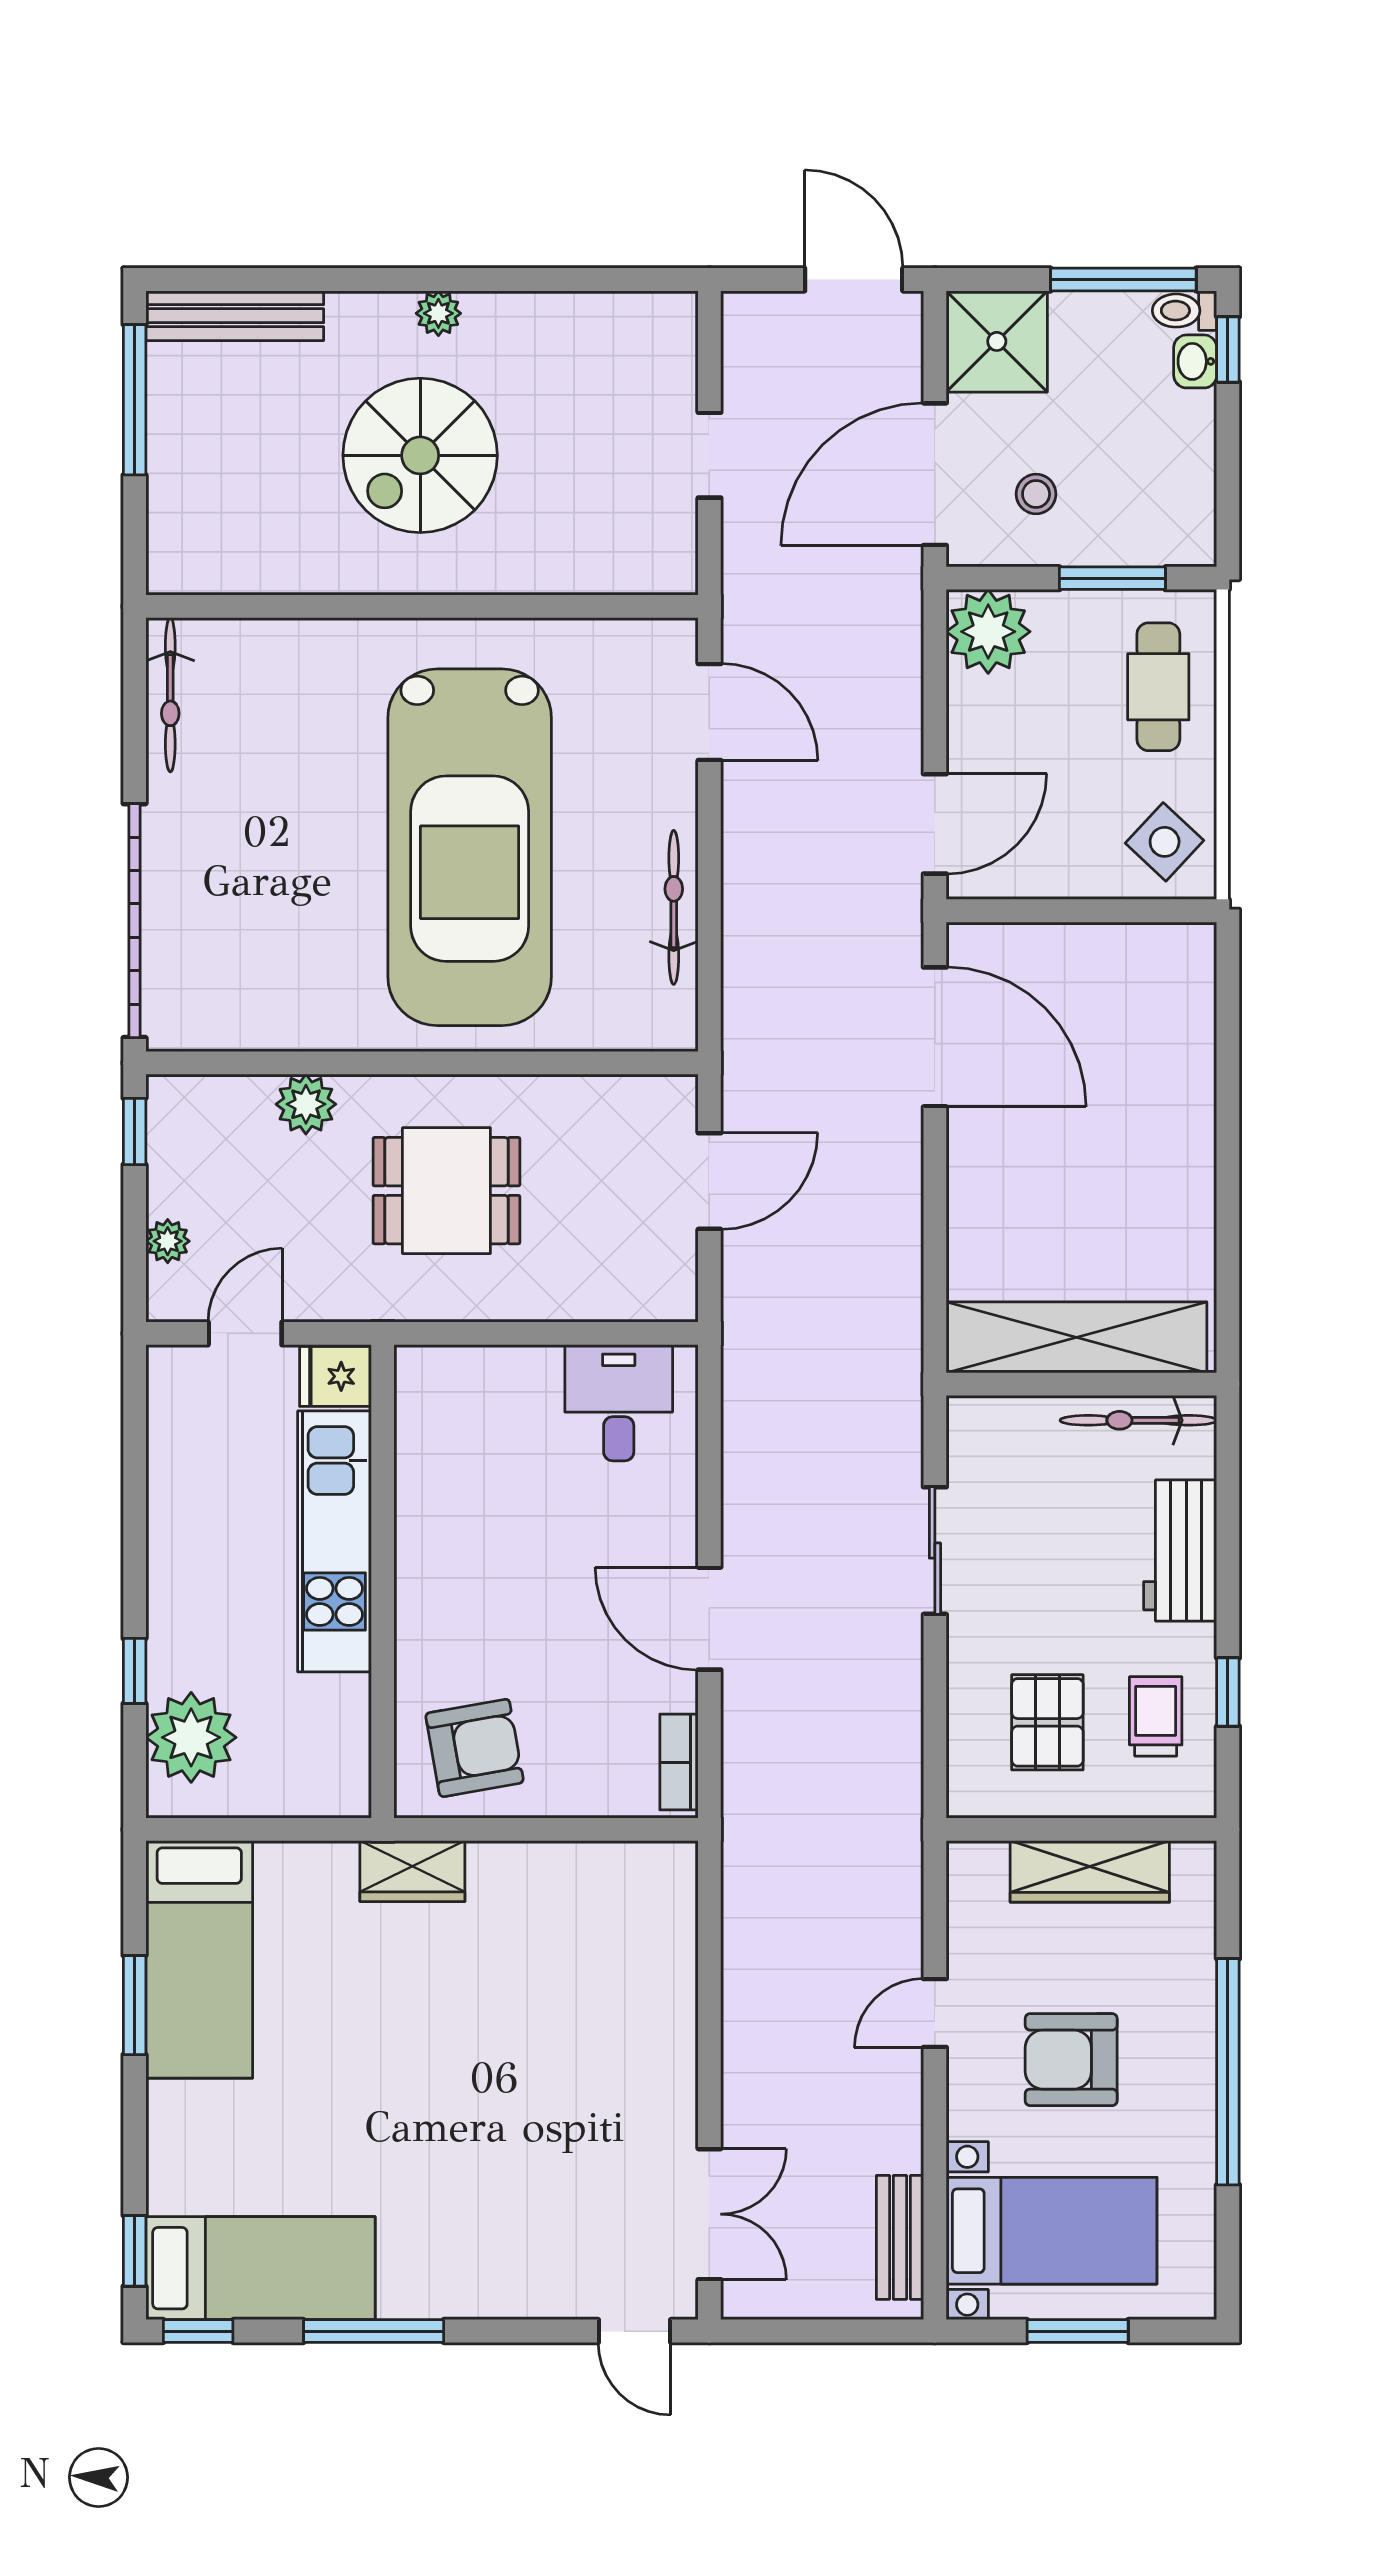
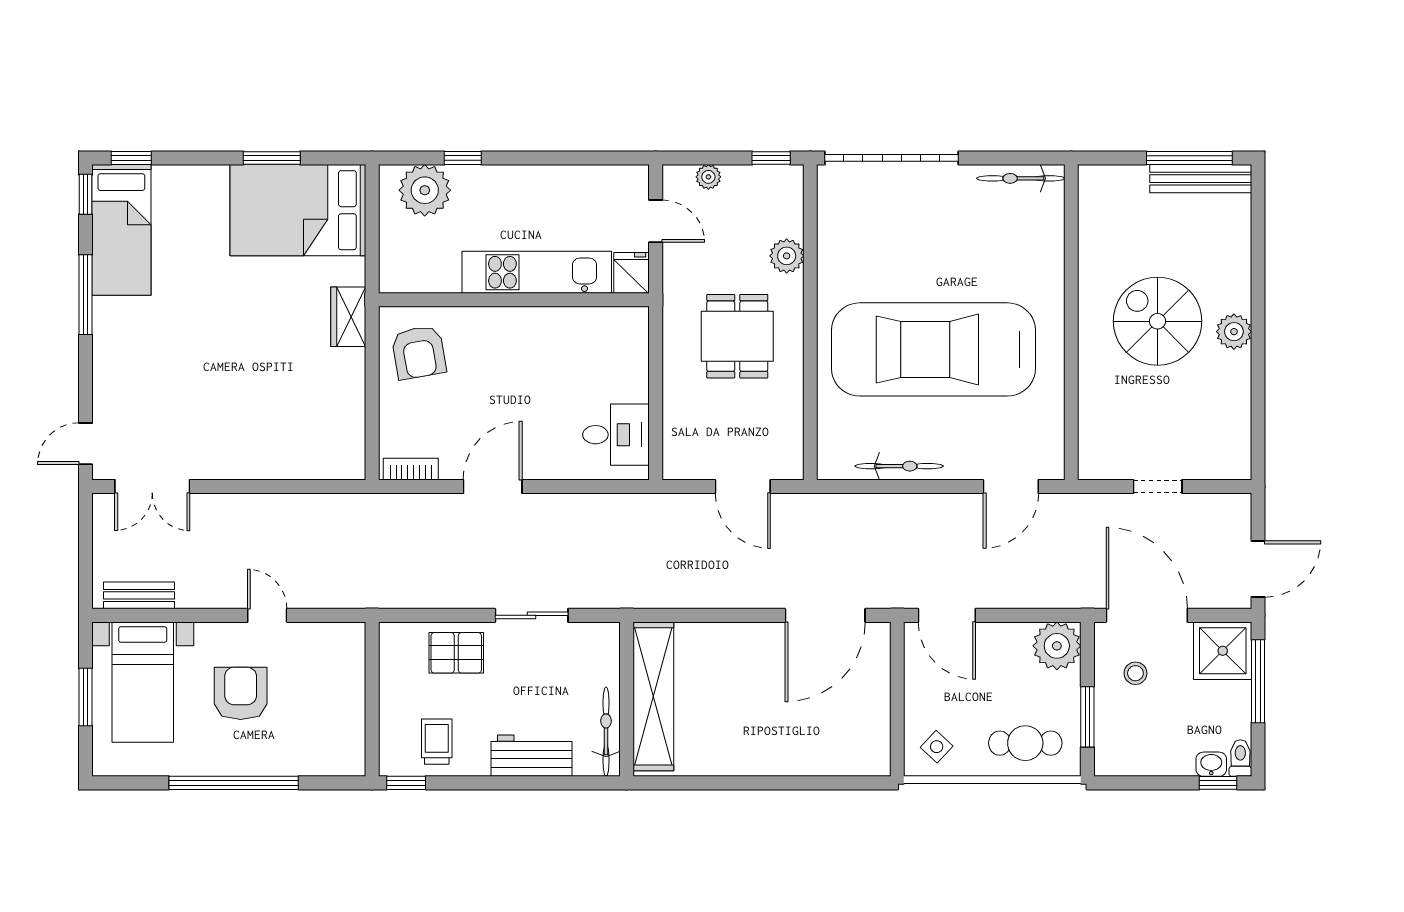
window: (1123, 280) -> (1258, 681), moved
plant: (438, 313) -> (1234, 332), width x1.38, depth x1.38
bench: (235, 316) -> (1201, 179), moved, turned 90
side table: (1165, 842) -> (937, 747), width x0.73, depth x0.73
window: (1228, 1692) -> (406, 783), moved
trolley: (1156, 1716) -> (437, 742), turned -90
pallet: (1047, 1722) -> (456, 653), moved
wardrobe: (1090, 1871) -> (348, 704), removed
bed: (199, 1959) -> (298, 210), width x1.50

